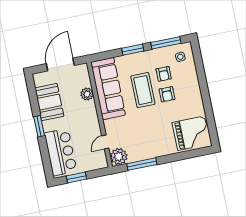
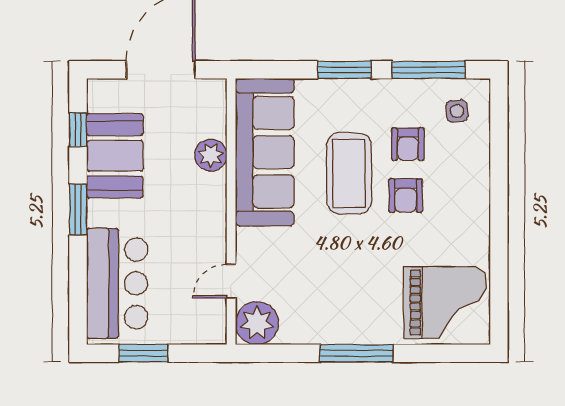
window: (33, 95) -> (78, 130), added
window: (142, 164) -> (357, 353), moved

